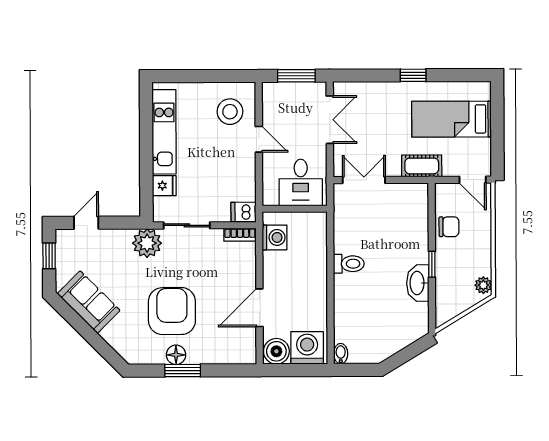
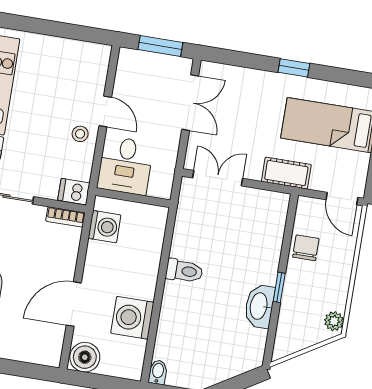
stool: (230, 112) -> (80, 134), moved, width x0.53, depth x0.53
desk: (301, 182) -> (125, 166), moved
chair: (449, 227) -> (306, 248), turned -90
washing machine: (307, 348) -> (132, 318), moved, turned -90

